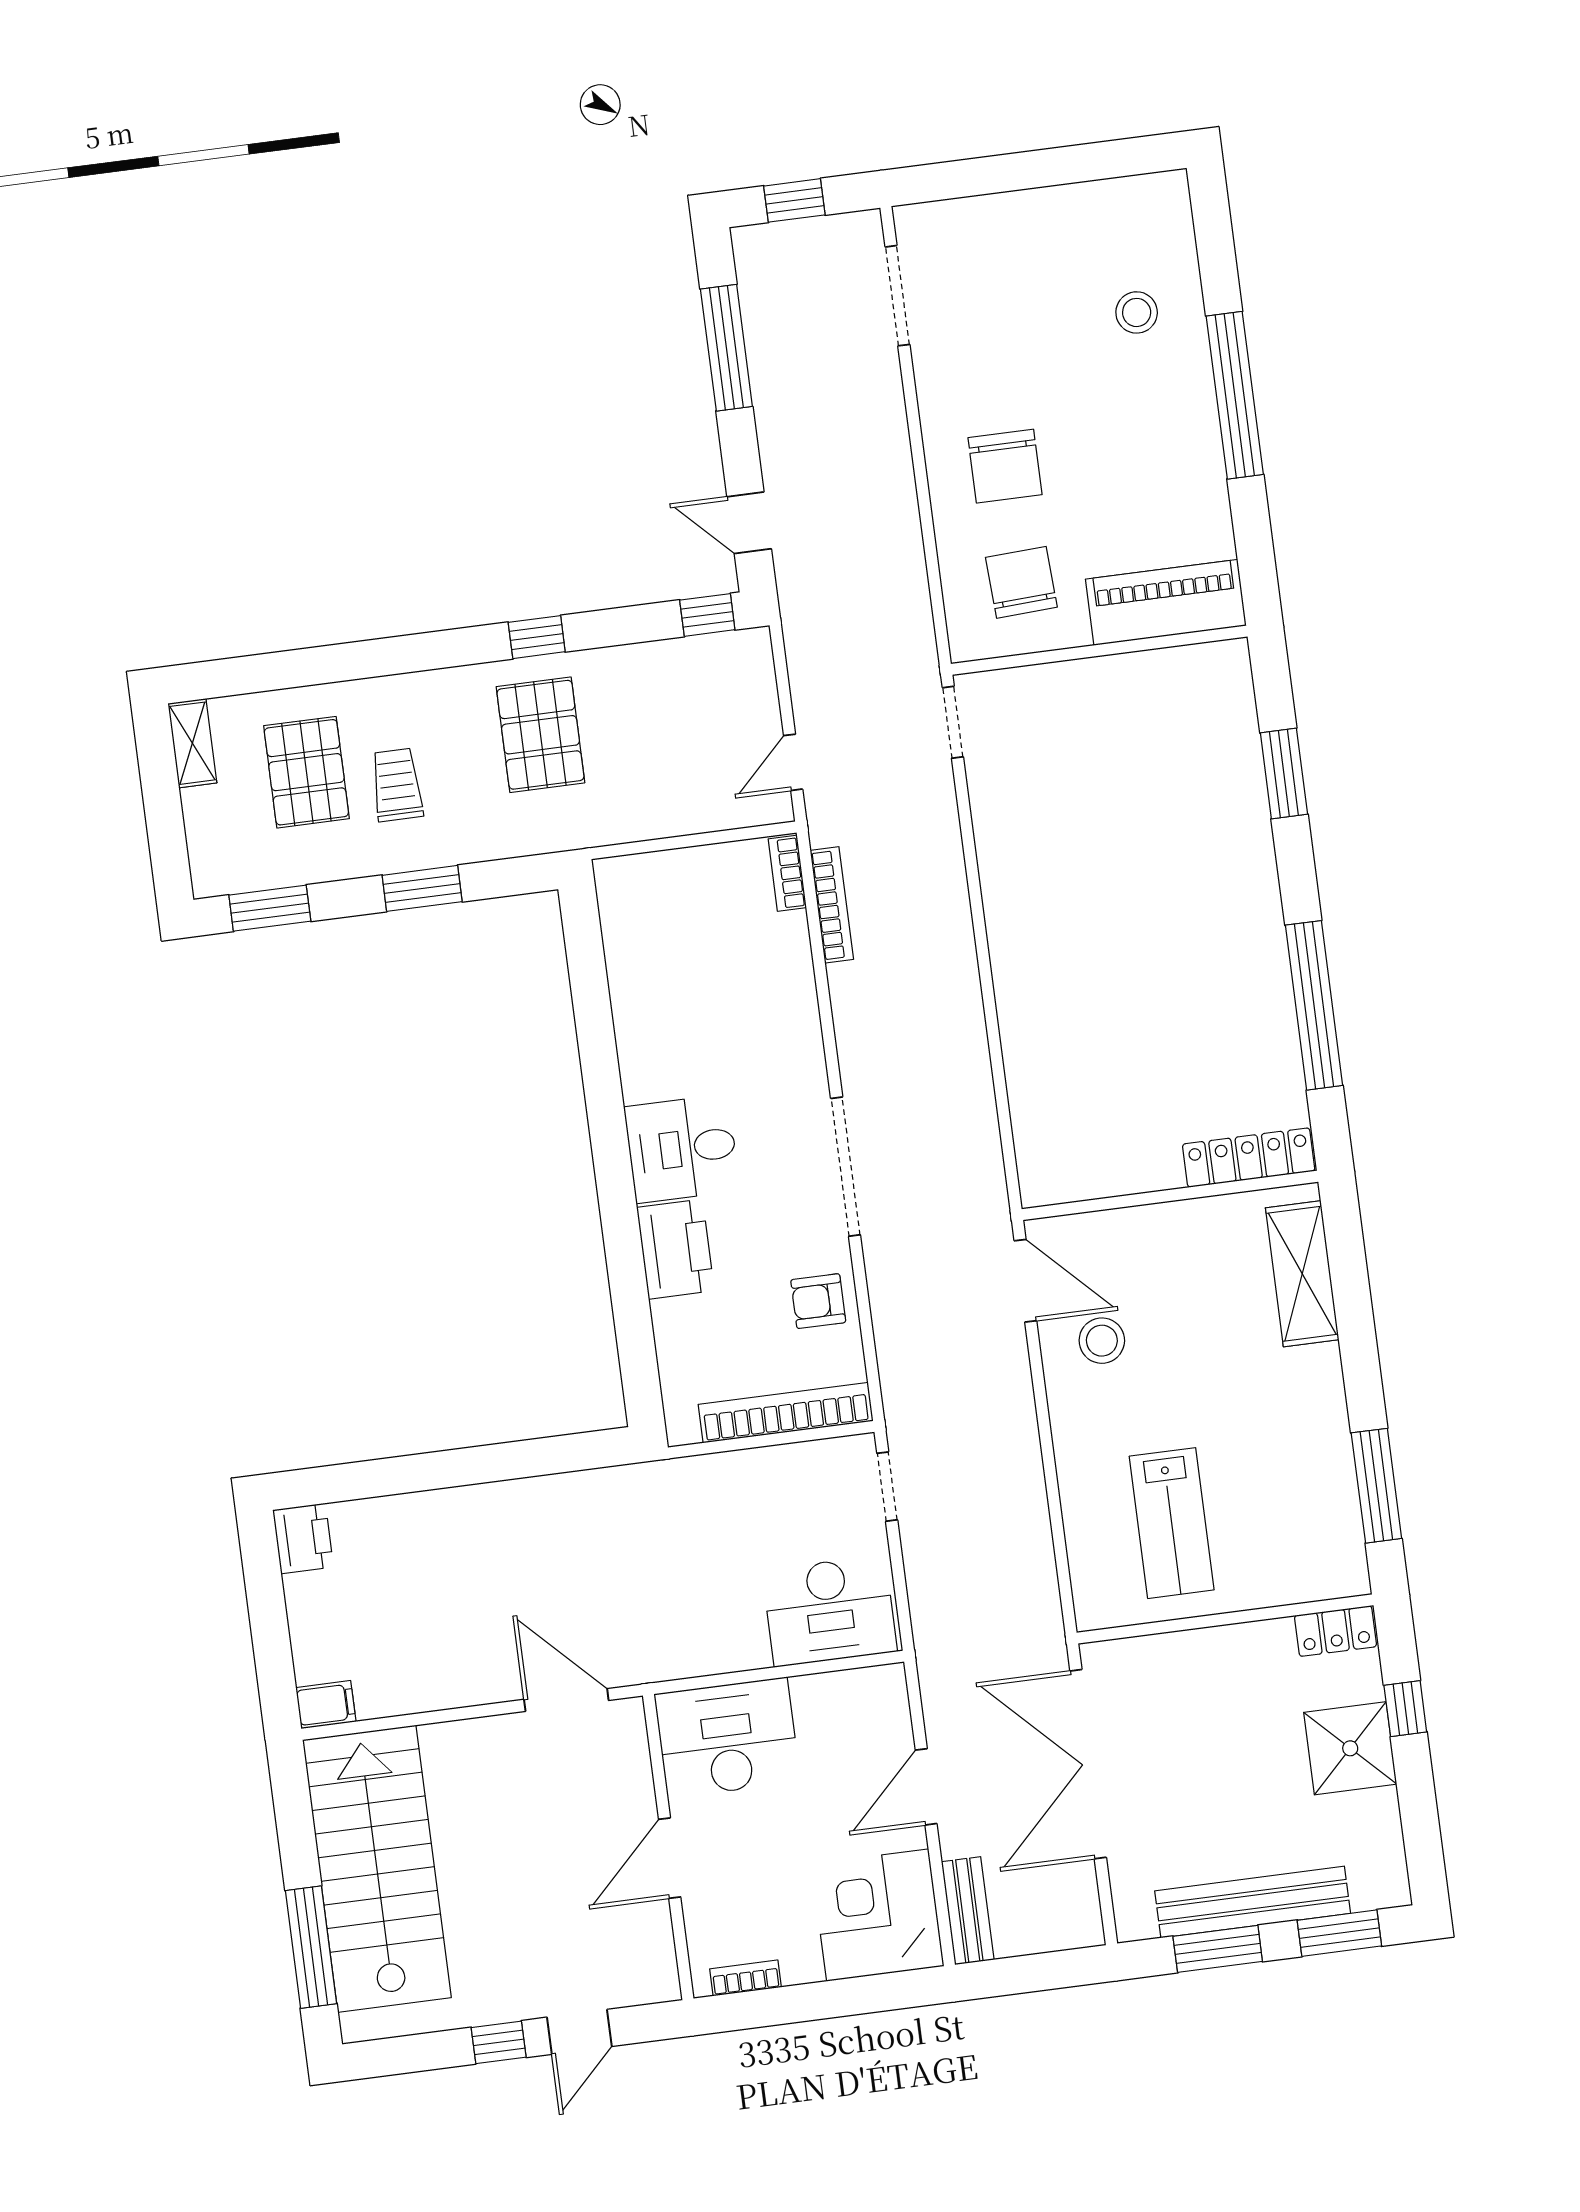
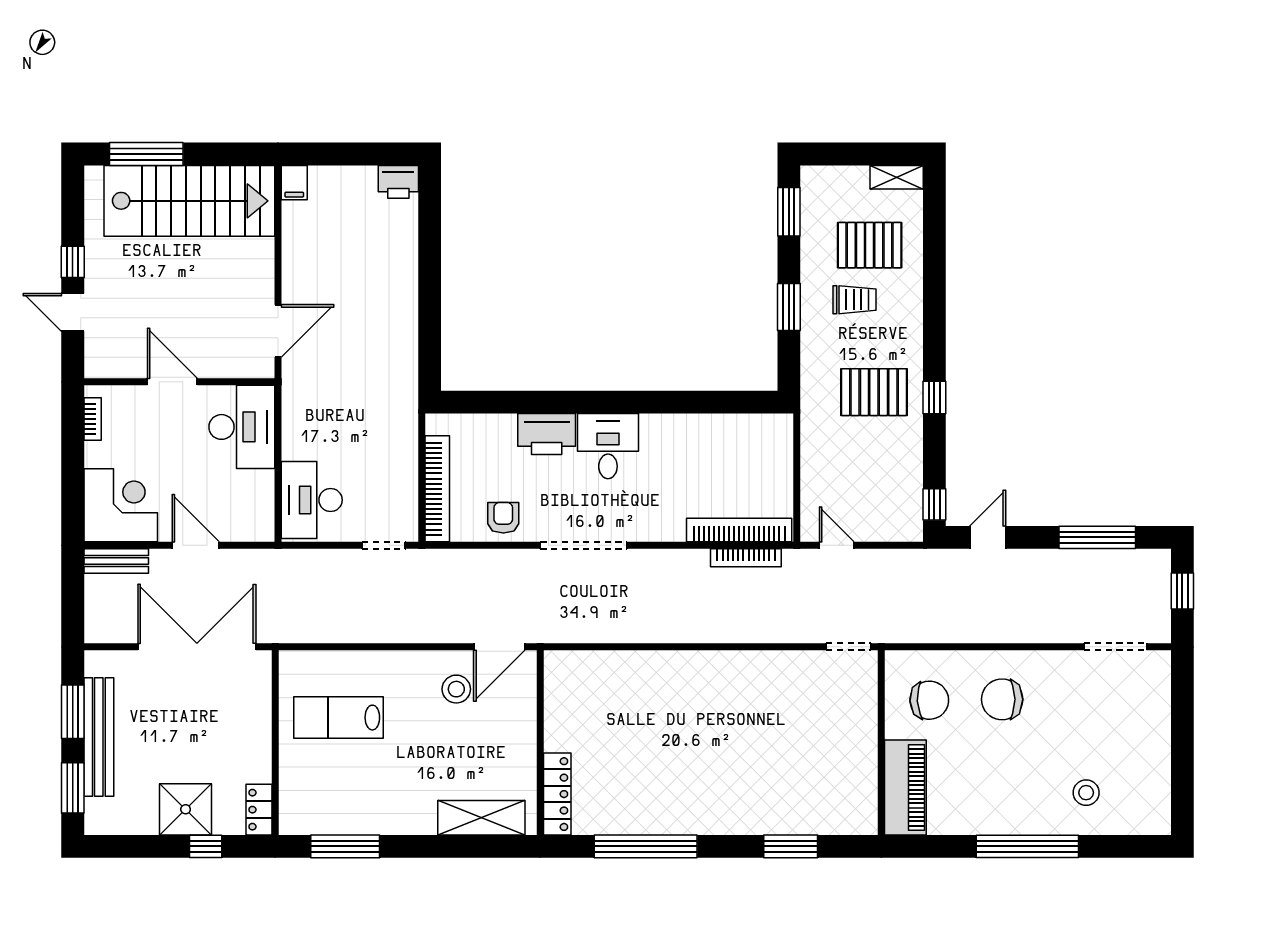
bookcase: (787, 873) -> (739, 530), width x2.31, depth x1.31

